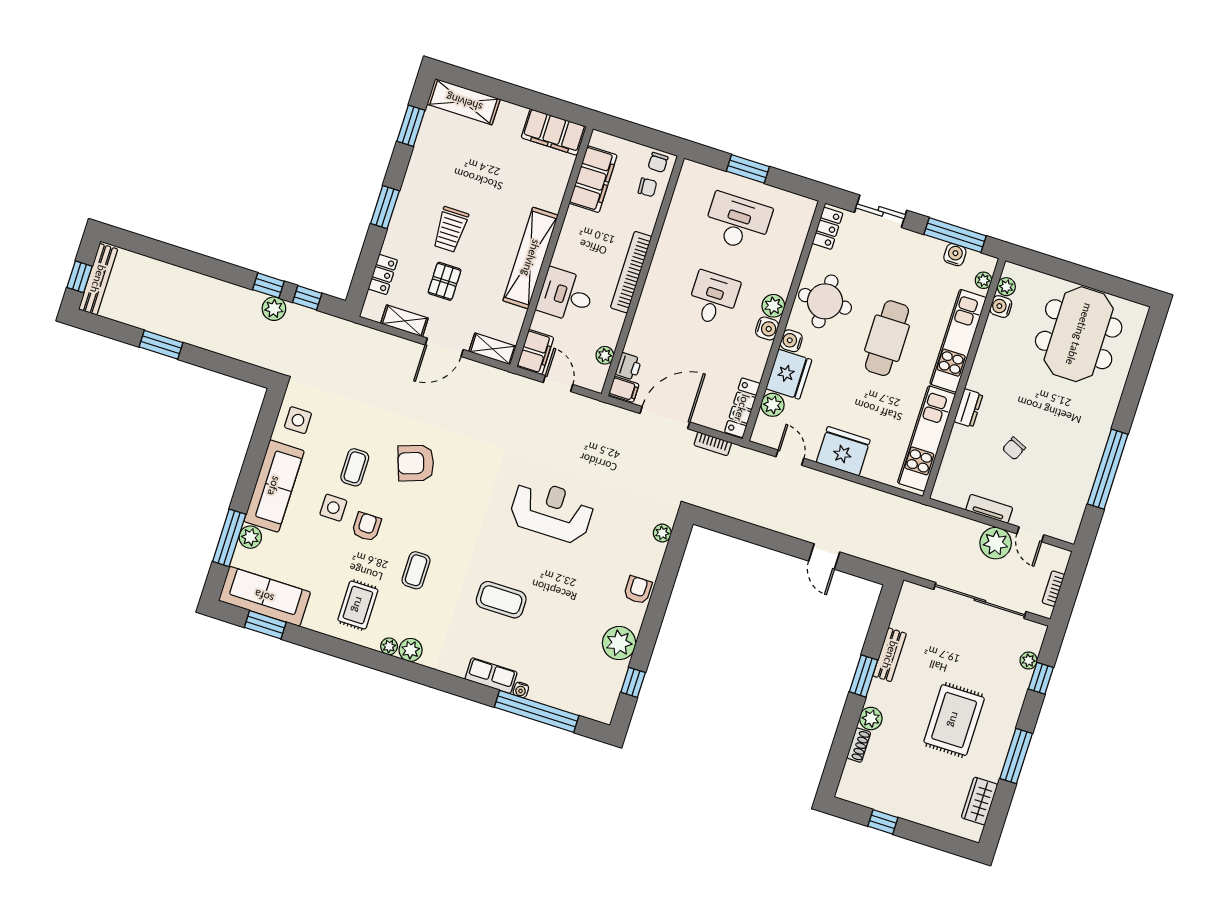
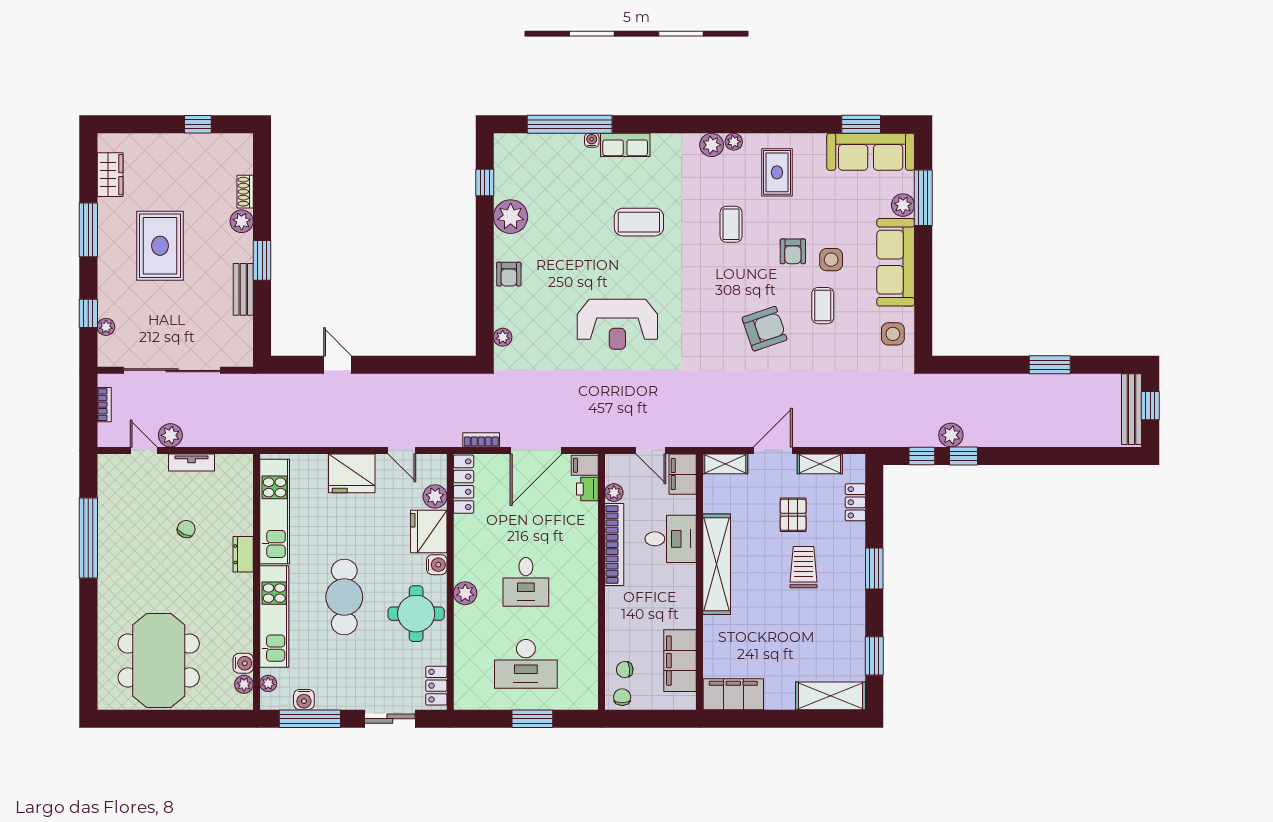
bookcase: (631, 272) -> (614, 545), moved
water cooler: (767, 328) -> (464, 569), removed
plant: (996, 543) -> (170, 435), width x0.73, depth x0.73

